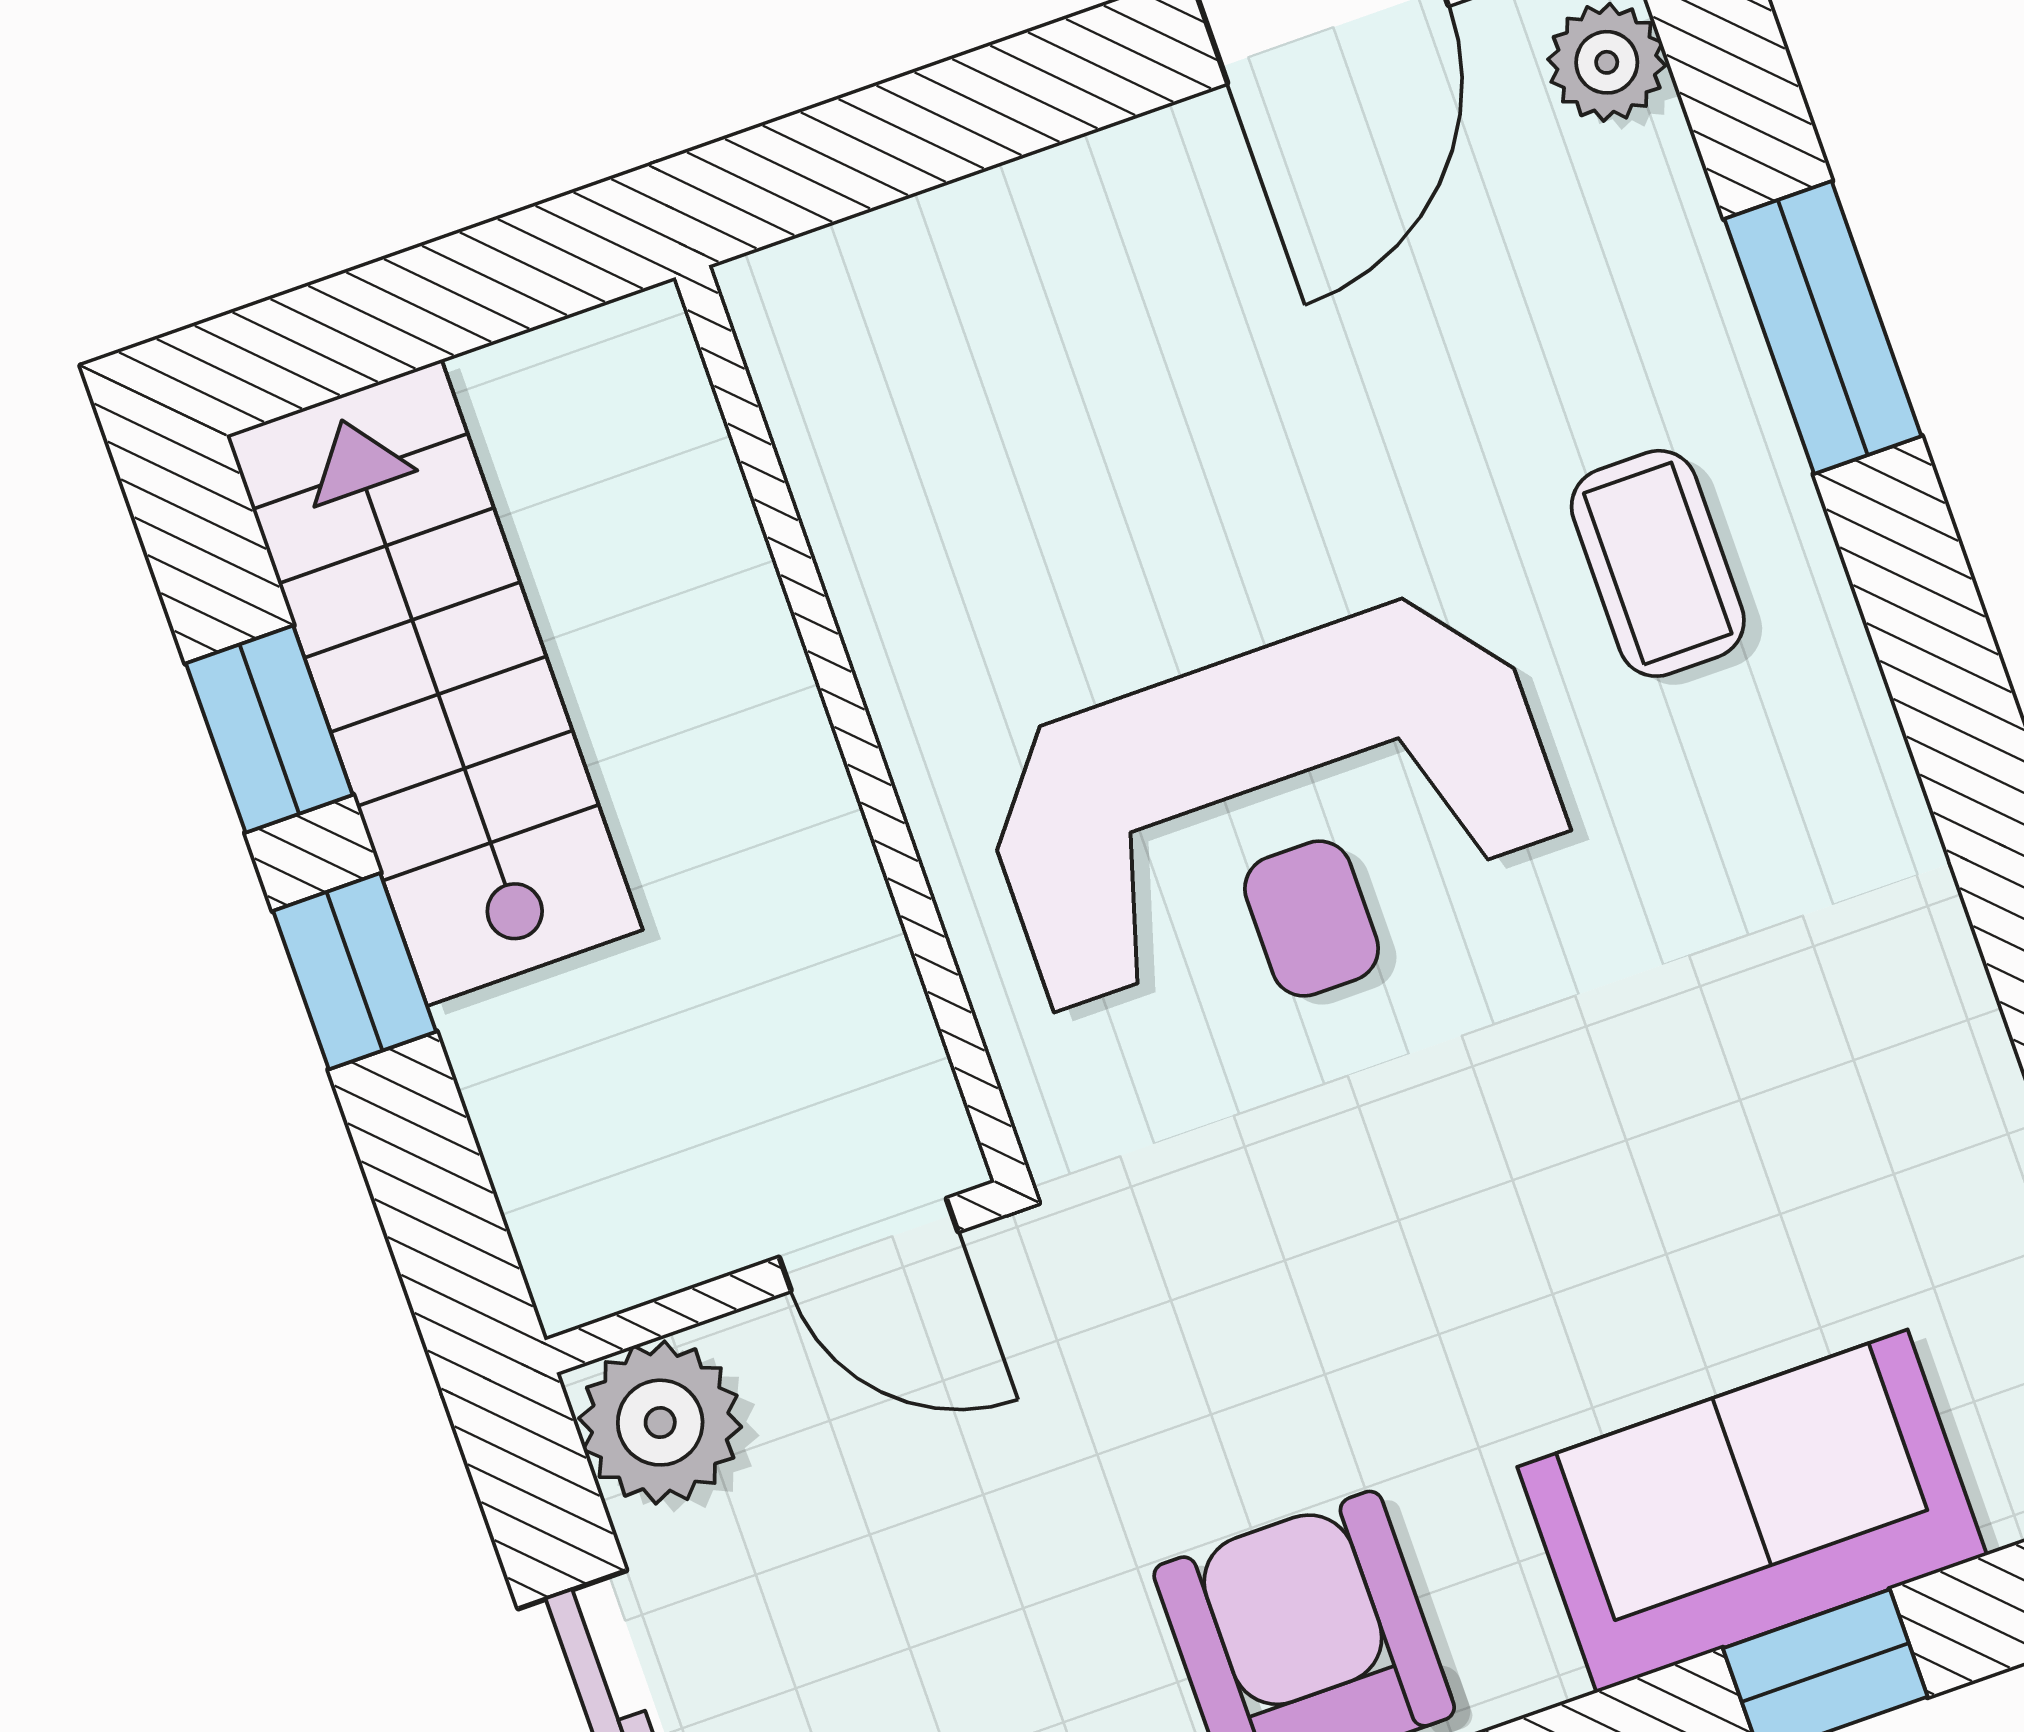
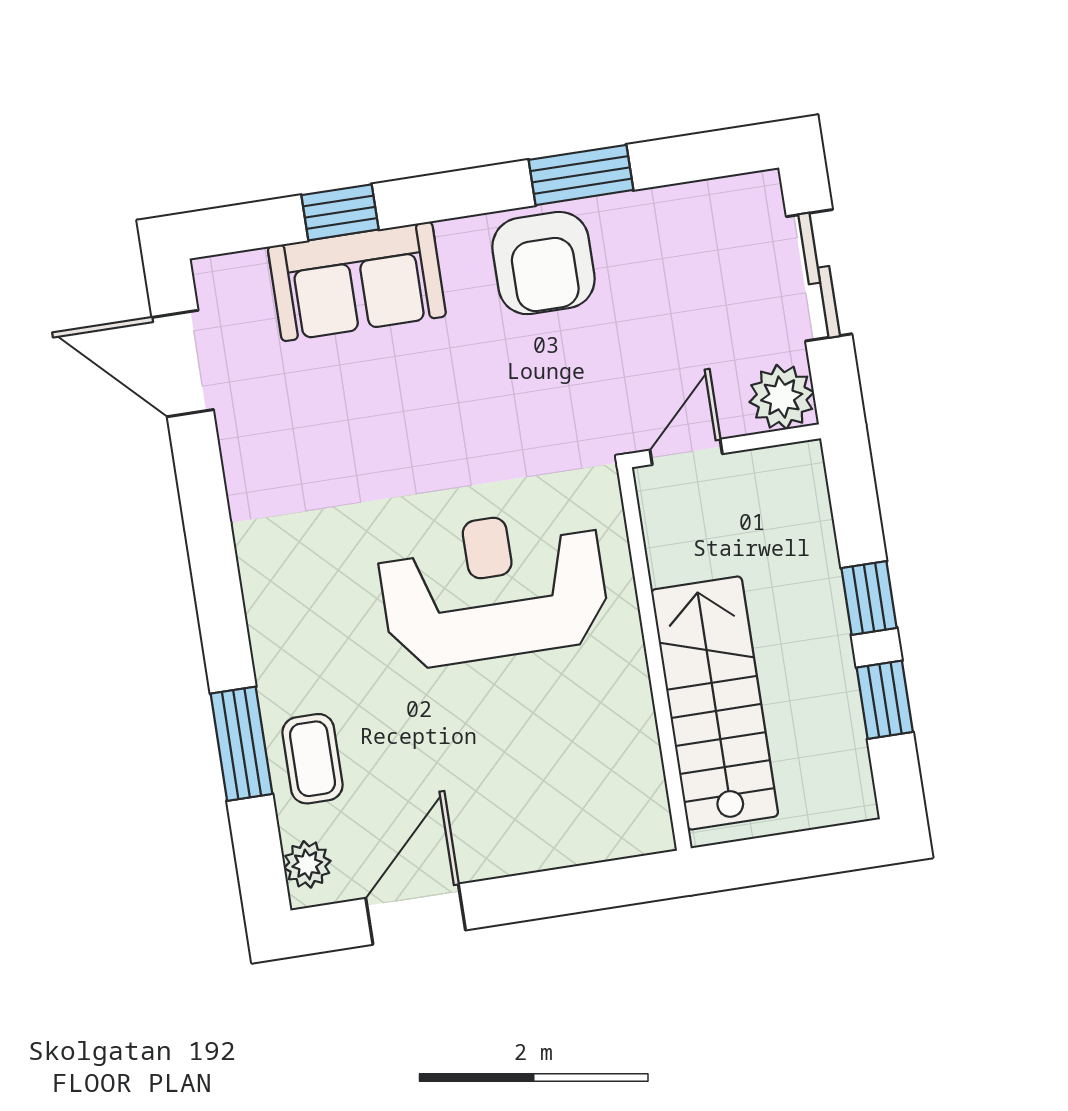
coffee table: (1658, 563) -> (313, 759), moved
stairs: (434, 683) -> (715, 703), moved, turned 180
door: (869, 1245) -> (686, 452), hinge flipped

